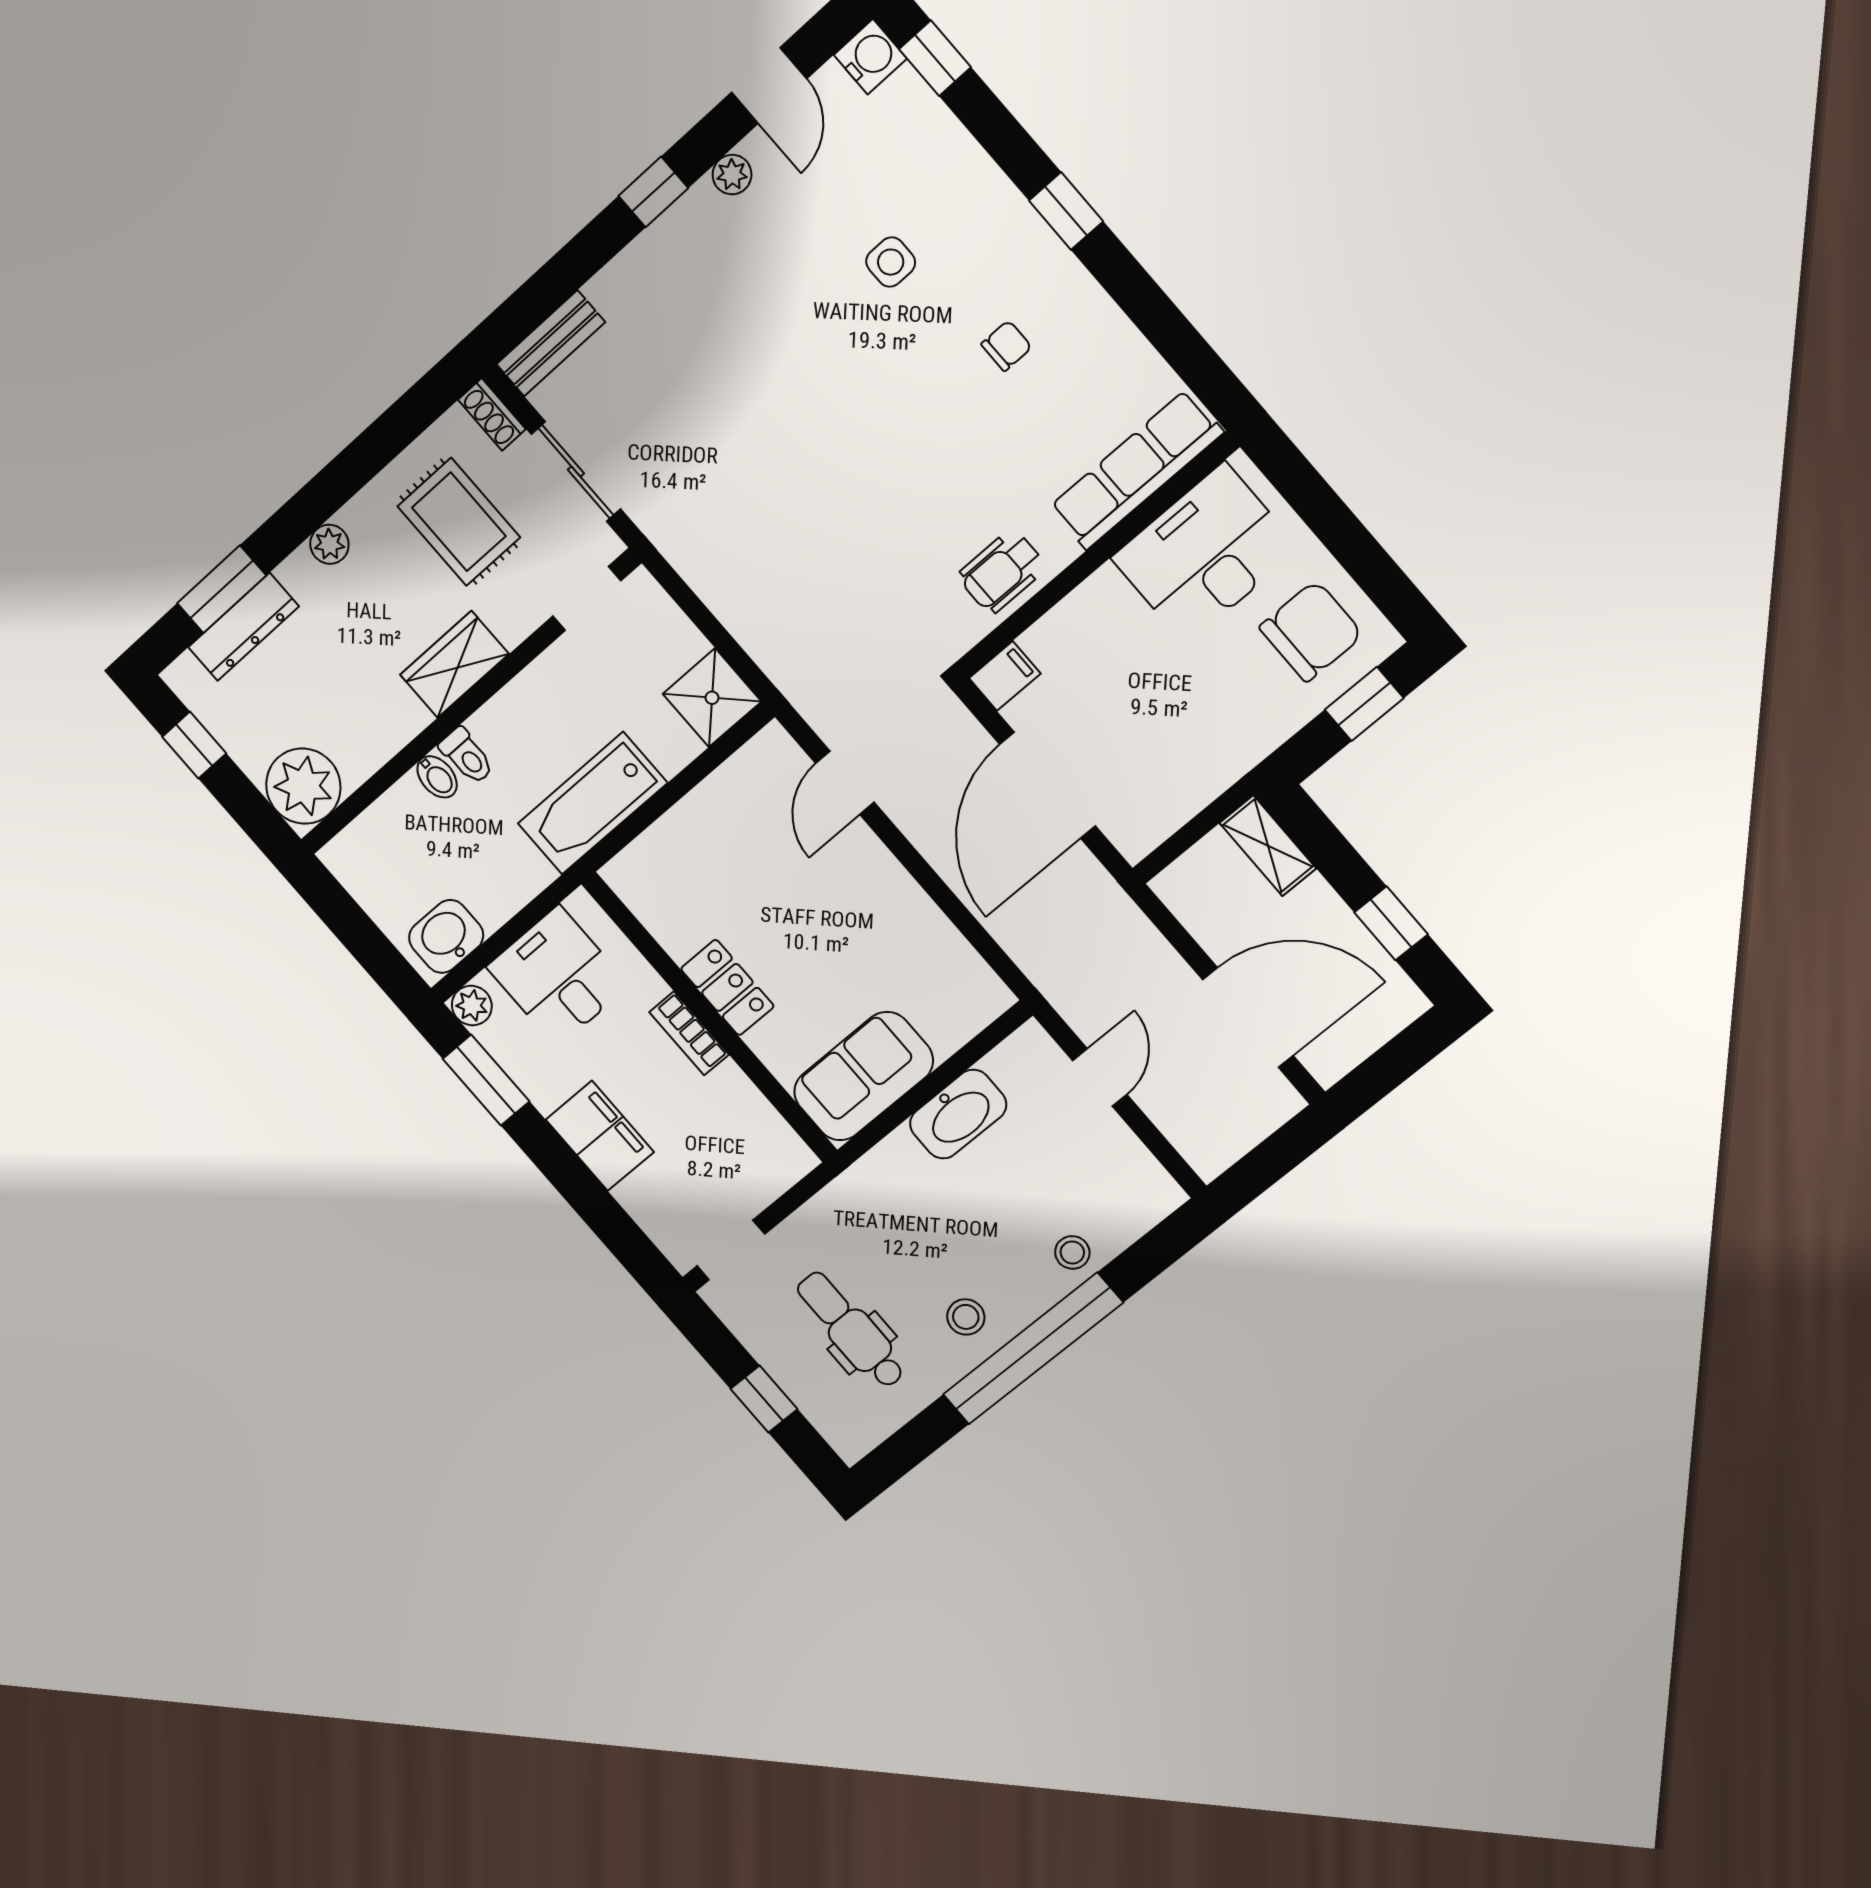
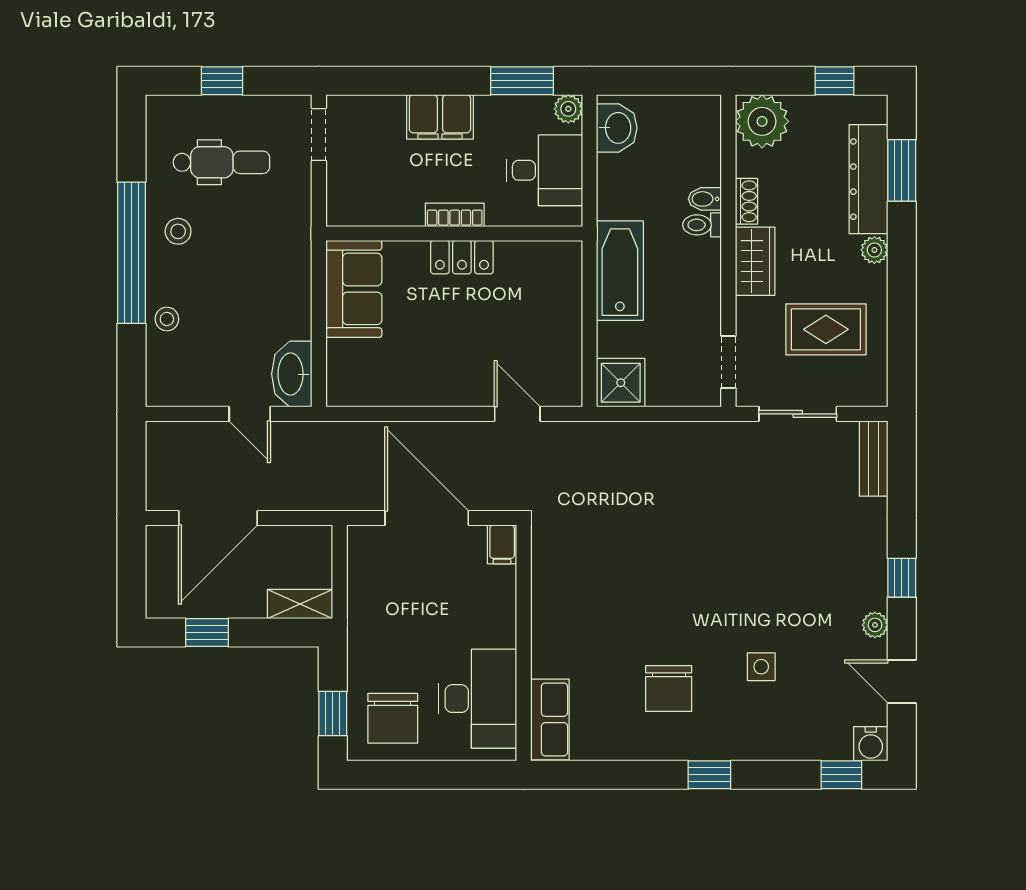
chair: (1006, 346) -> (669, 689), width x1.87, depth x1.87
shoe rack: (492, 414) -> (746, 201), moved, turned 90
row of seats: (1136, 470) -> (550, 719), width x0.68
wheelchair: (1002, 571) -> (557, 589), removed
dresser: (244, 627) -> (869, 179), width x1.37, depth x1.24
washbasin: (958, 1114) -> (292, 374), moved

